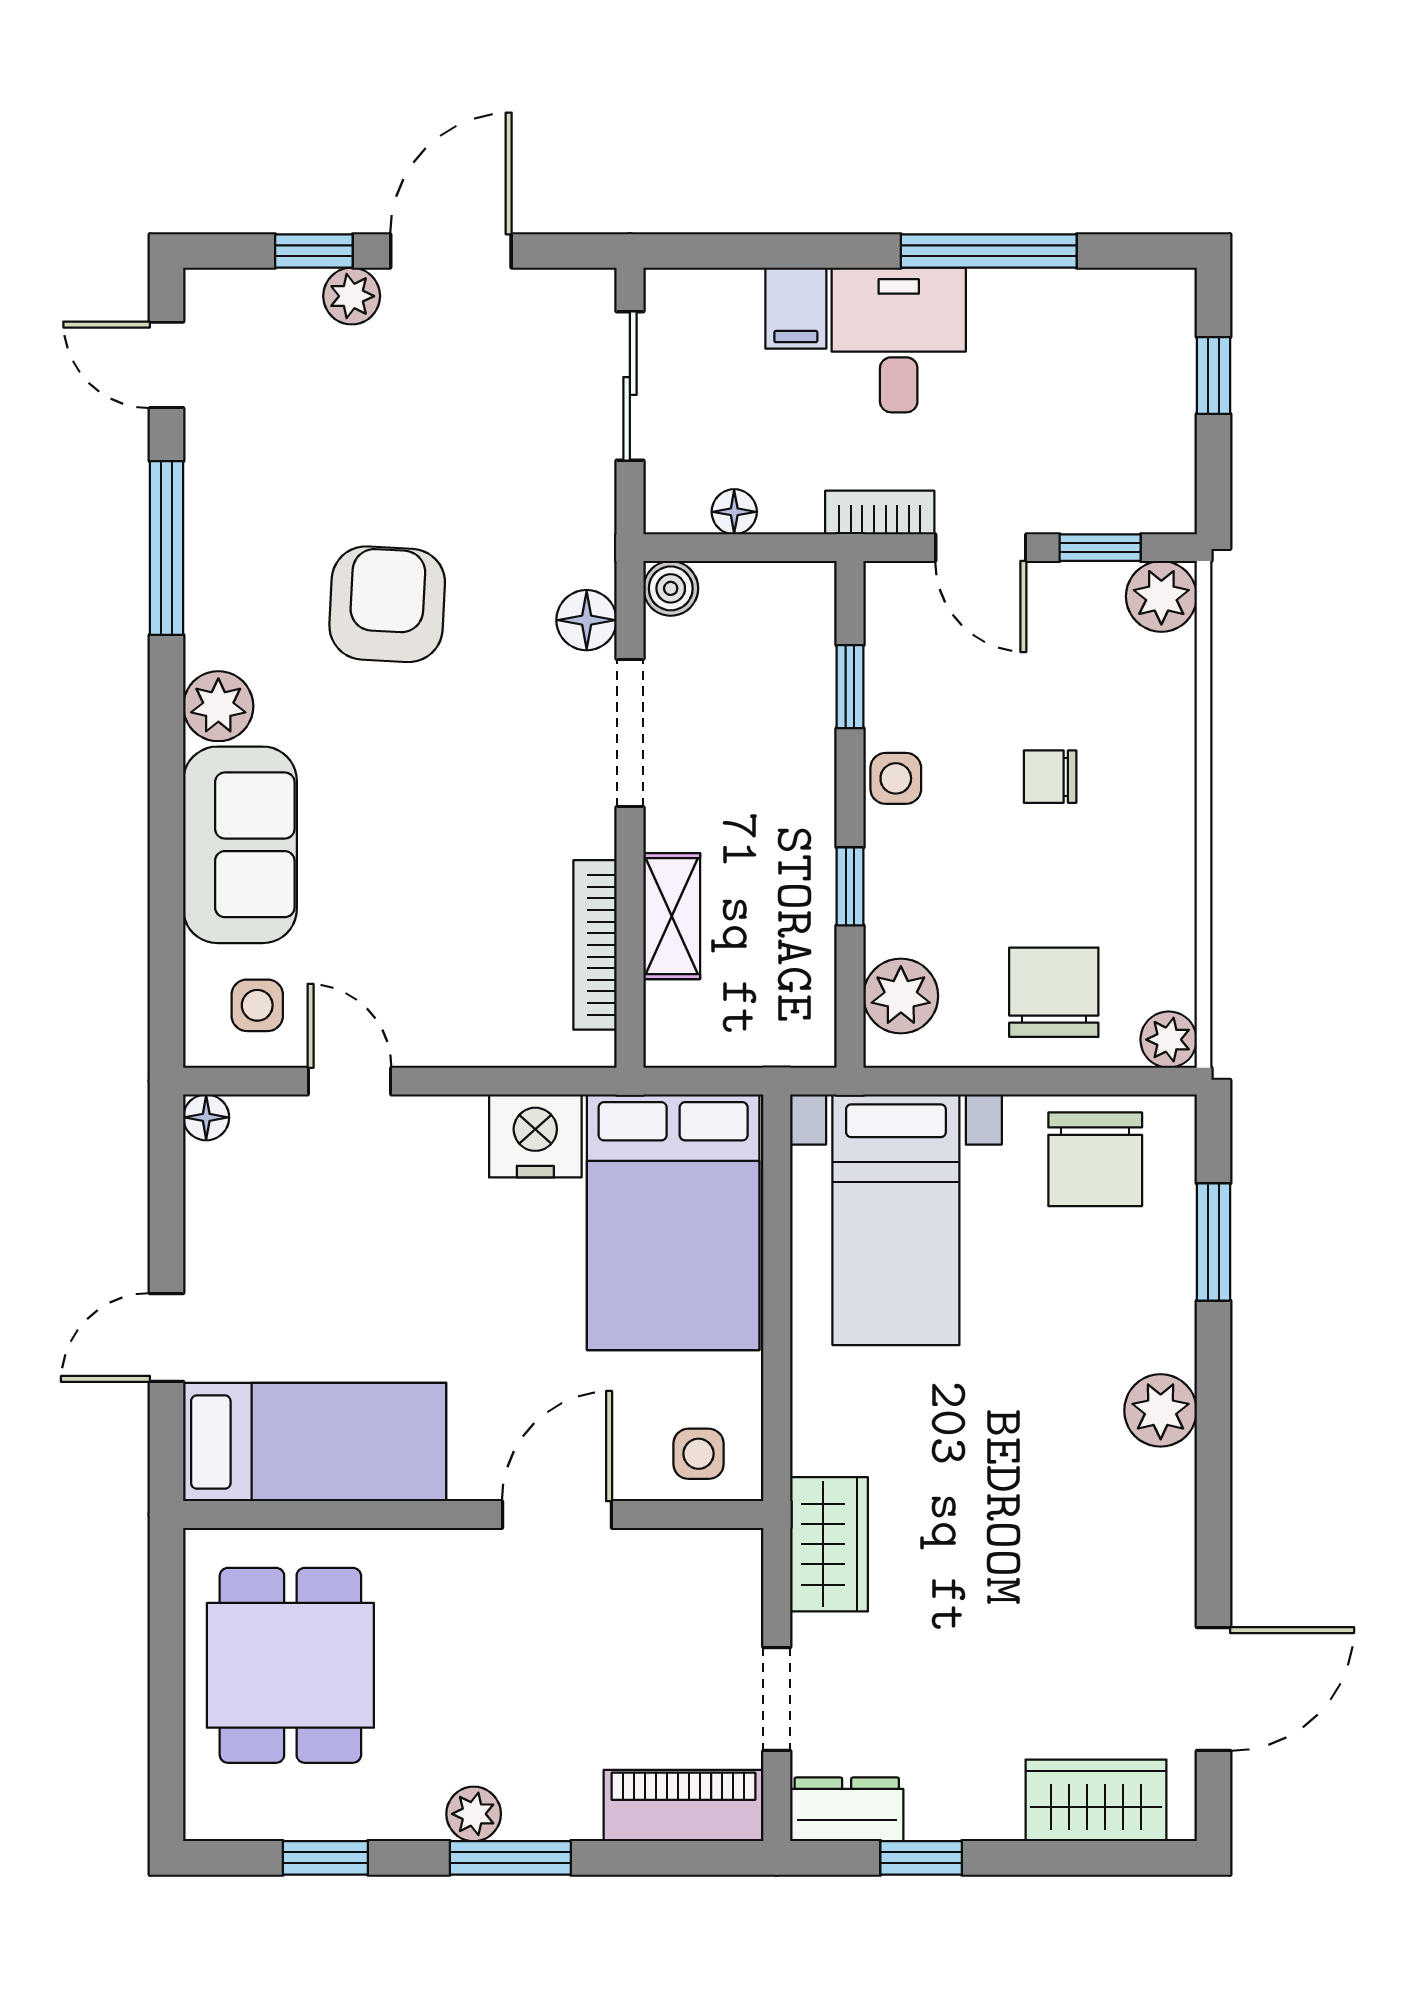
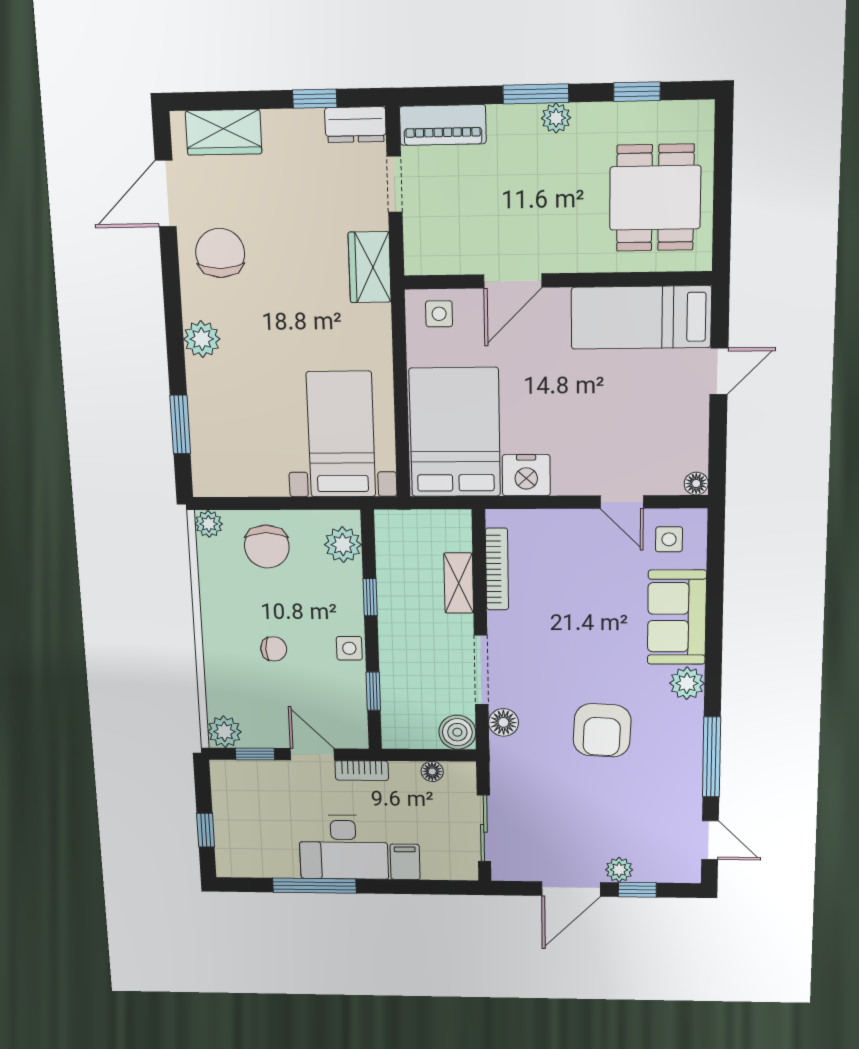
desk: (899, 340) -> (344, 847), width x1.37
boiler: (671, 588) -> (457, 732), width x1.36, depth x1.36
chair: (1095, 1159) -> (220, 253), moved

